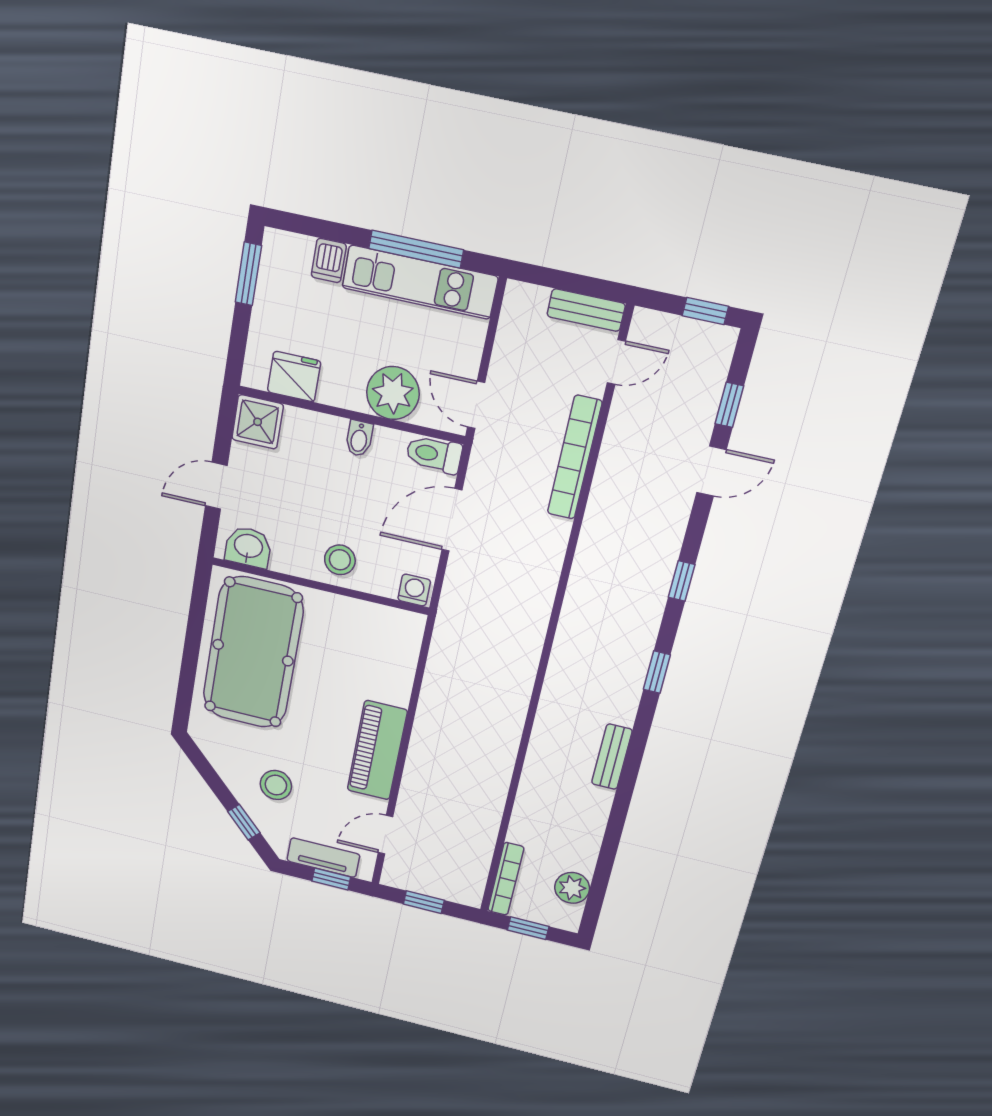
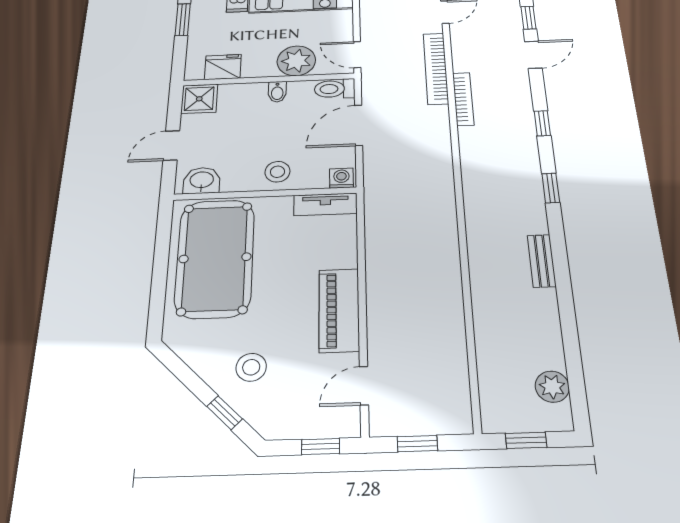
tv unit: (323, 858) -> (325, 204), moved, turned 180
bookcase: (506, 879) -> (463, 99), moved

